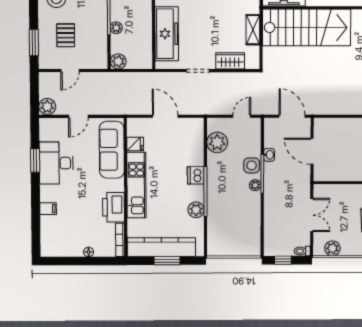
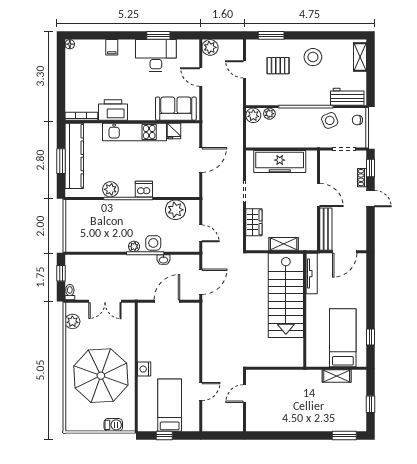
plant: (116, 28) -> (269, 114), moved
sofa: (112, 150) -> (176, 109), width x0.73
floor lamp: (89, 252) -> (70, 44), moved

